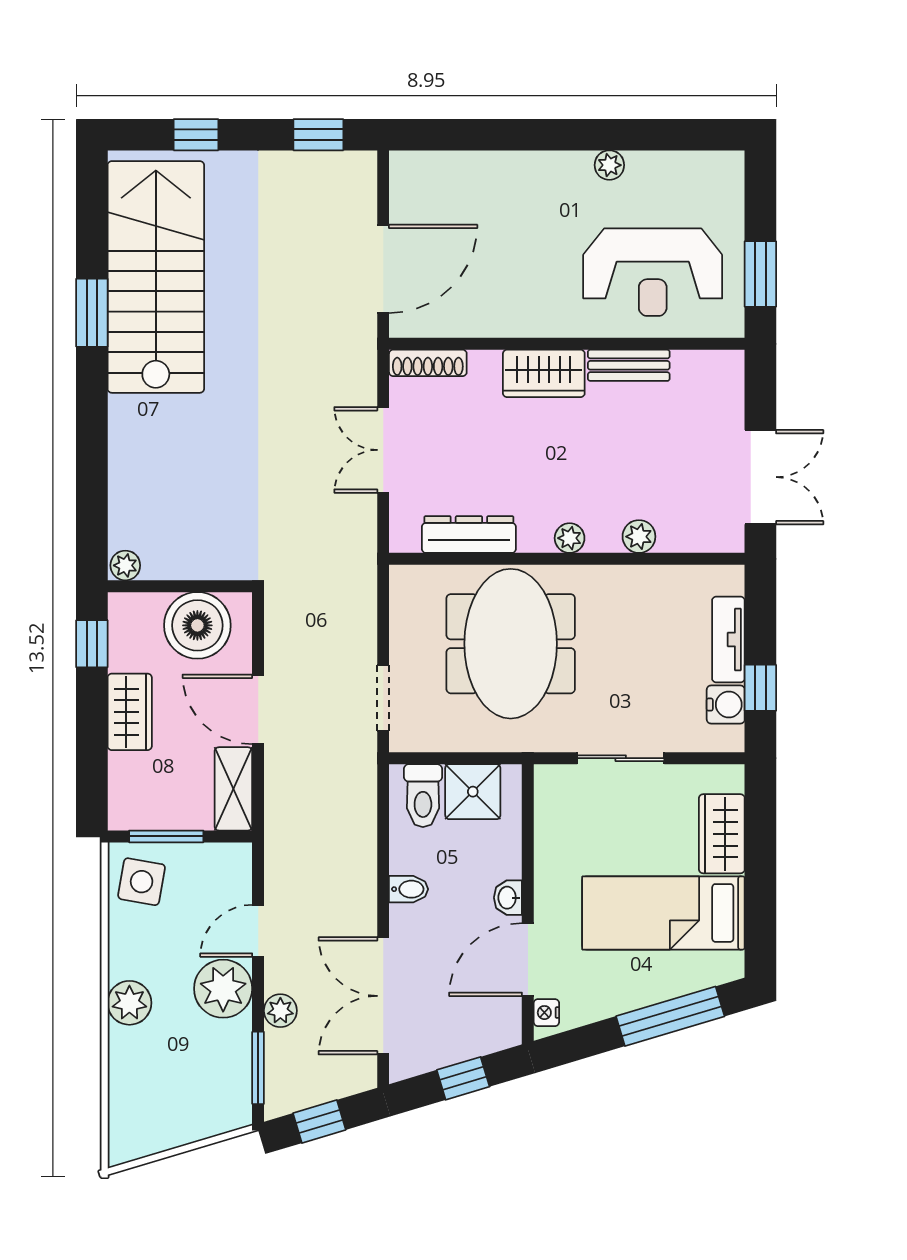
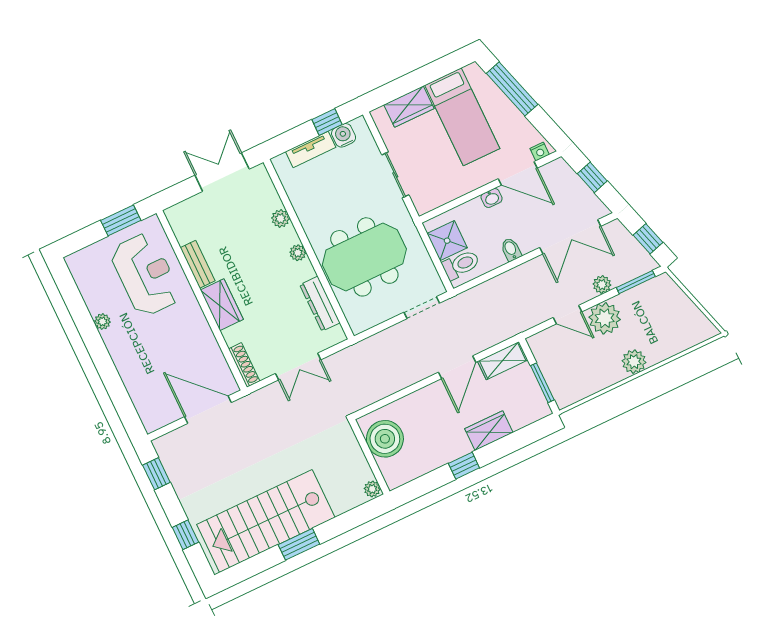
plant: (125, 565) -> (372, 489), moved
wall: (180, 586) -> (370, 457), moved
boiler: (197, 625) -> (385, 439), moved
side table: (142, 882) -> (571, 384), removed

